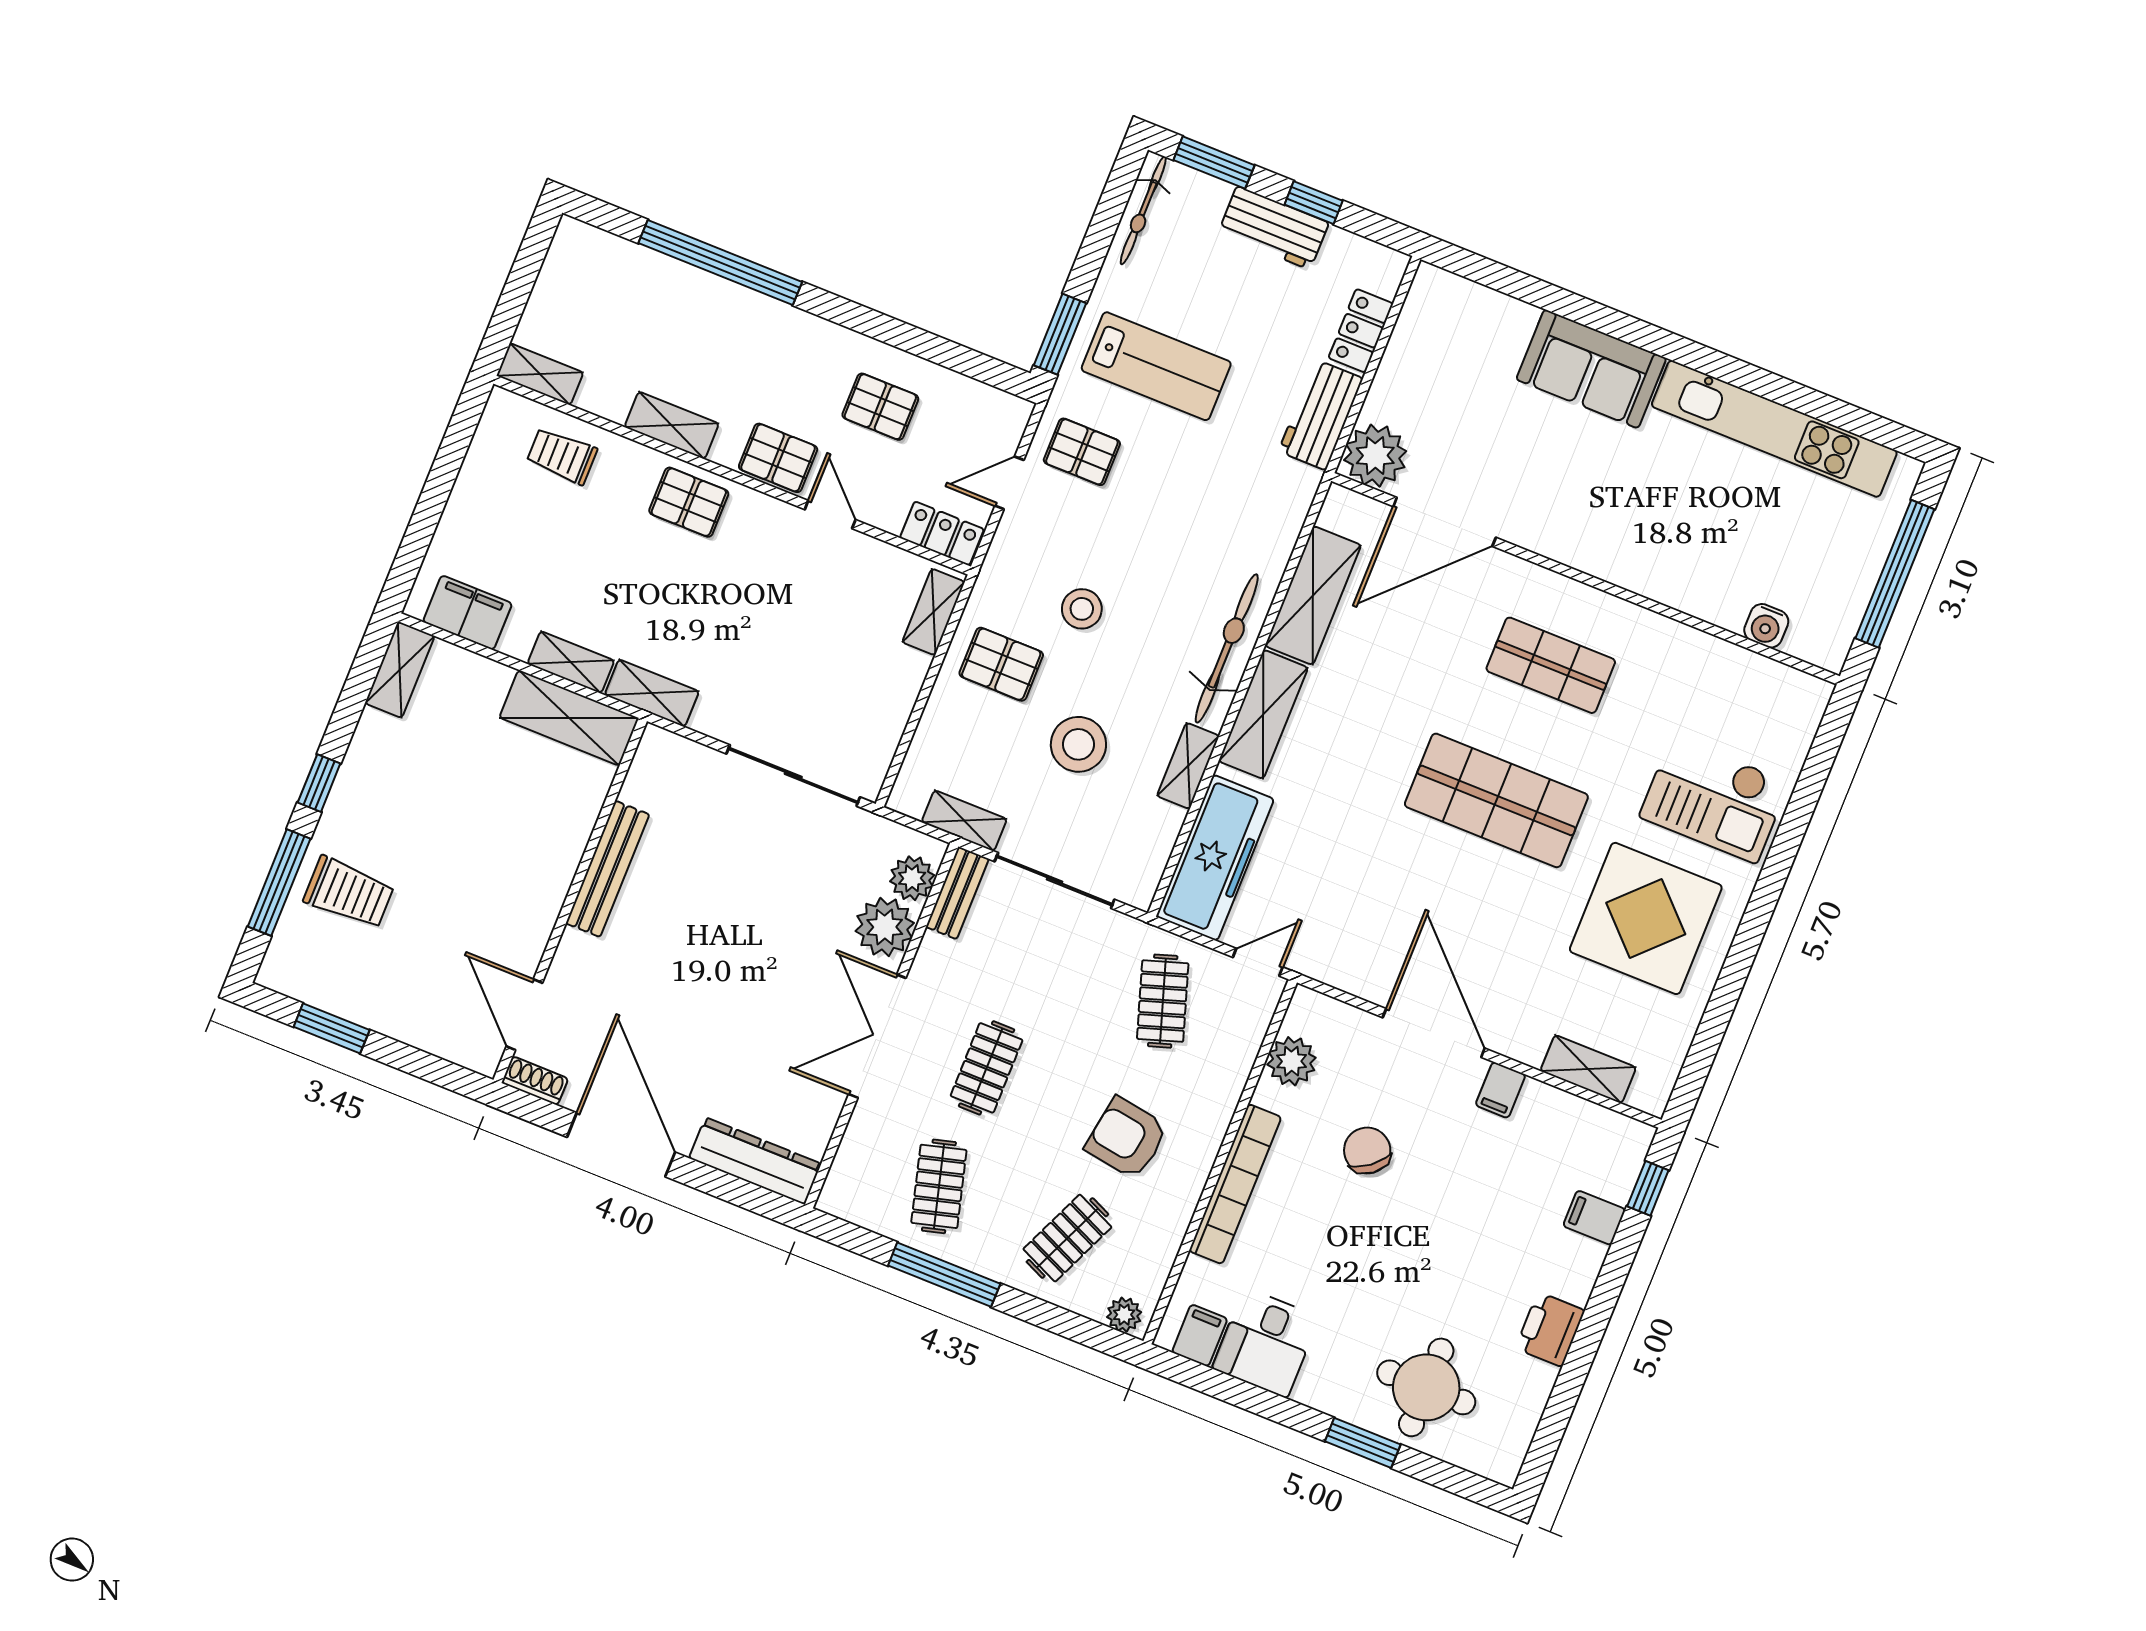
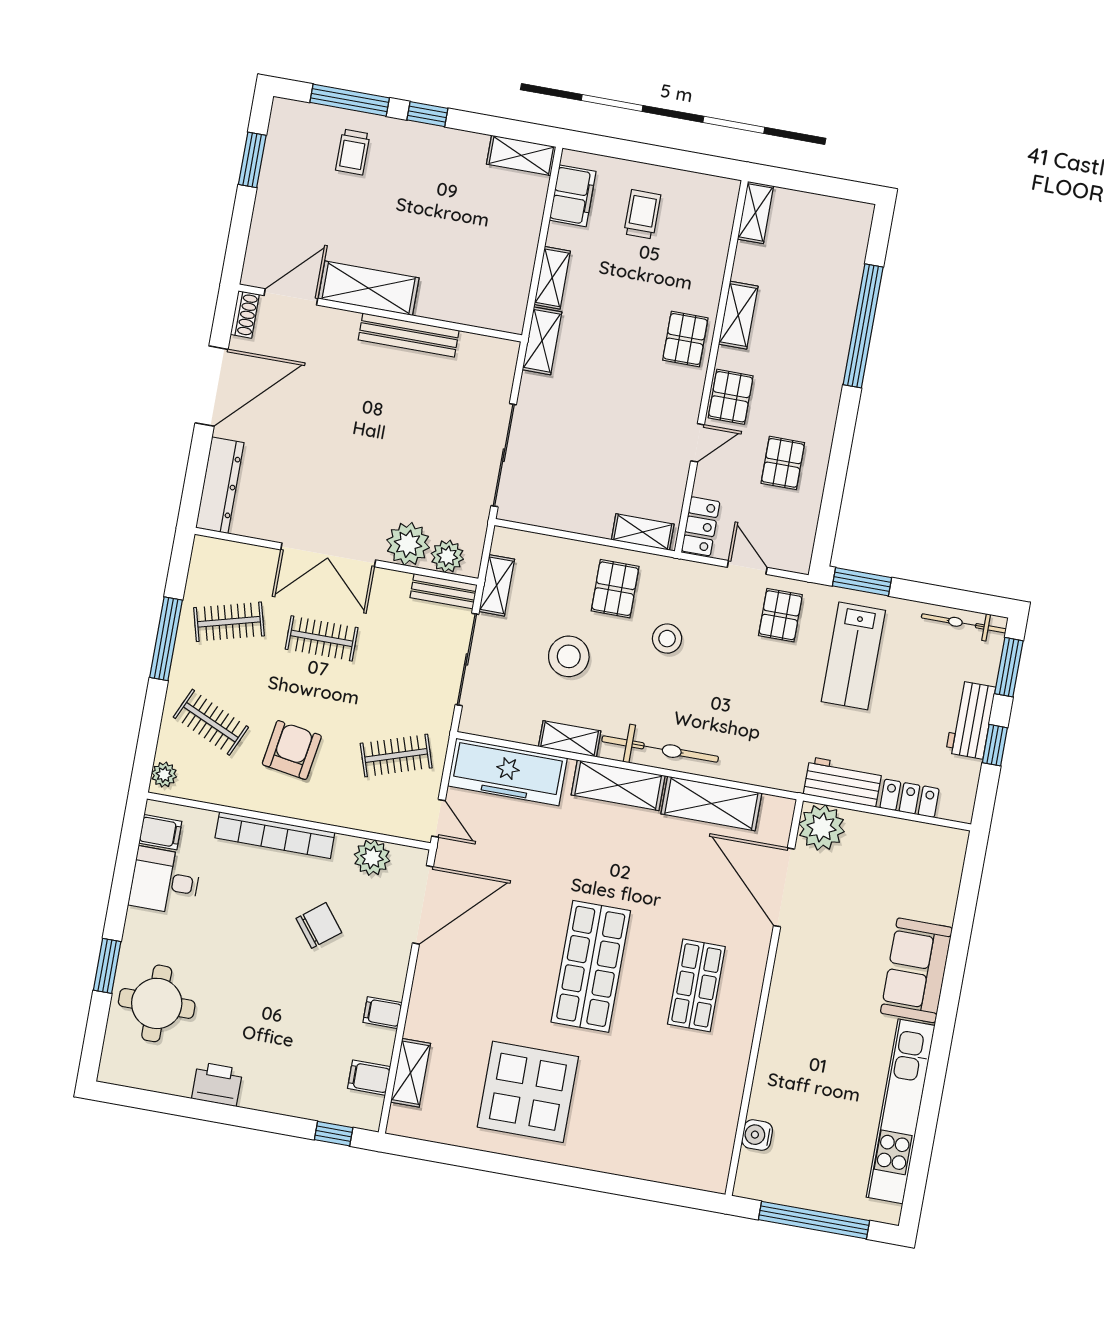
trolley: (562, 456) -> (642, 214), moved
shelving: (569, 718) -> (369, 288), moved, turned 90
checkout: (1714, 799) -> (624, 1123), removed
trolley: (349, 893) -> (353, 152), width x0.73, depth x0.72
door: (1434, 1033) -> (423, 905), moved
double door: (877, 1036) -> (328, 555), swing flipped
filing cabinet: (1594, 1218) -> (369, 1078), moved, turned -90

